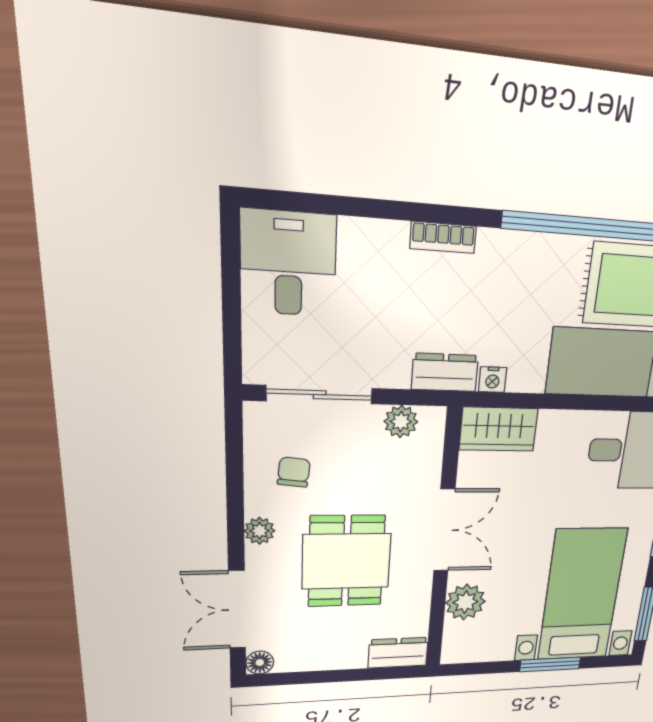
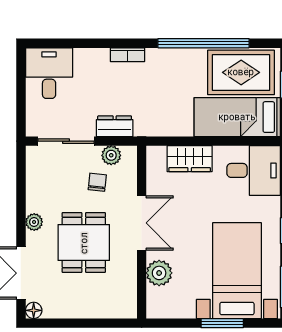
dresser: (445, 372) -> (115, 126), moved
nightstand: (493, 380) -> (162, 129), removed
wardrobe: (499, 429) -> (190, 159), moved
chair: (294, 472) -> (97, 182), moved
dresser: (398, 653) -> (118, 308), removed

